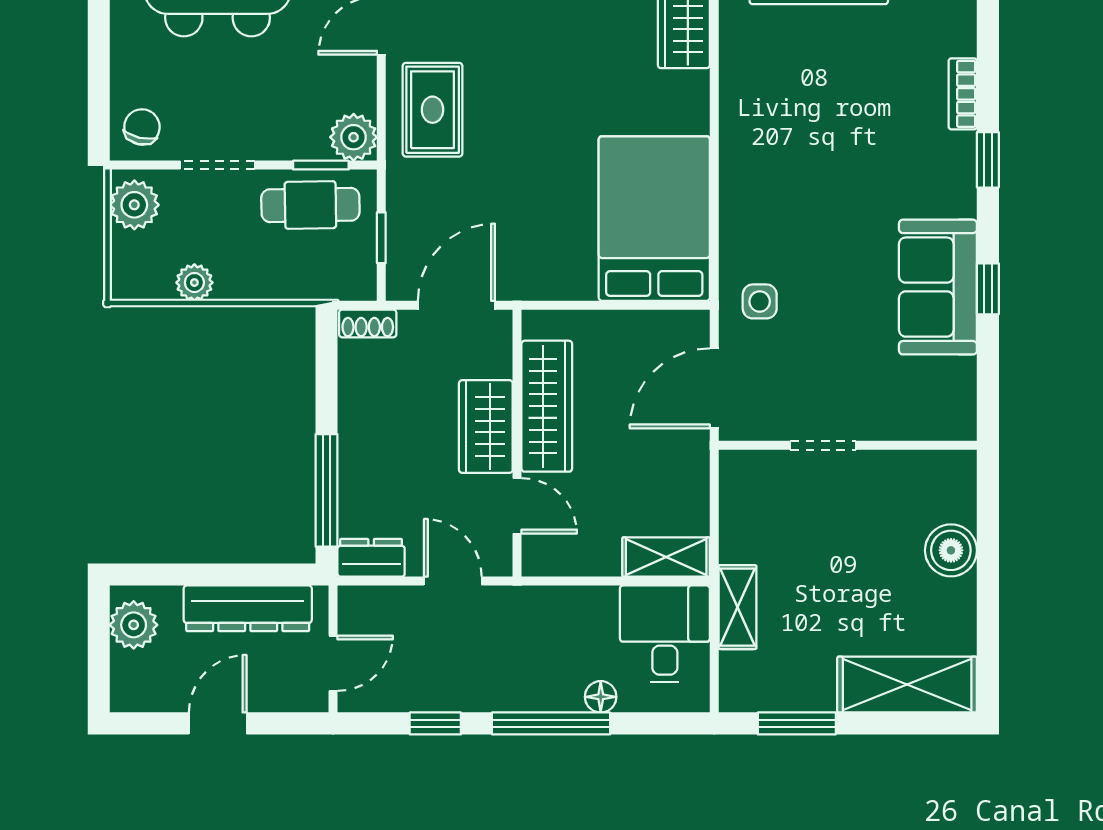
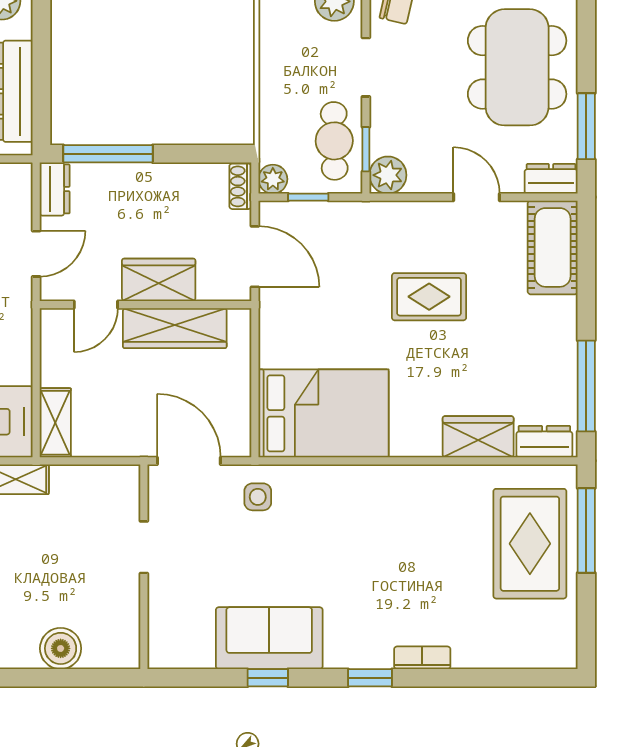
rug: (433, 110) -> (429, 297), moved
plant: (194, 283) -> (273, 179), moved

